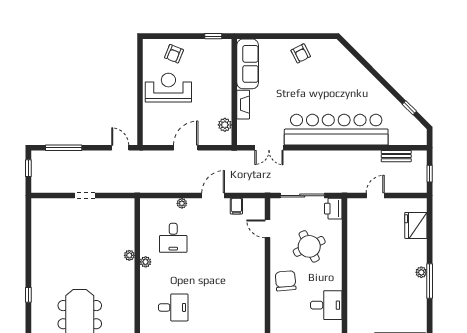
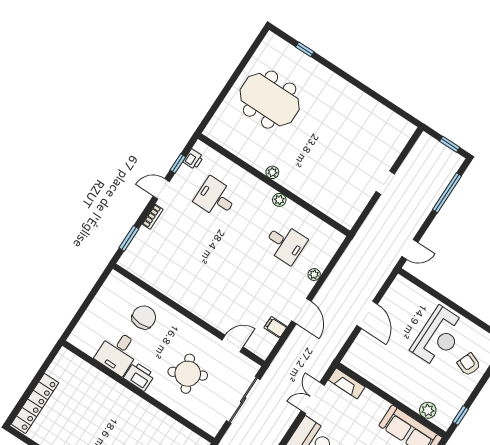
fireplace: (243, 105) -> (347, 383), moved
plant: (225, 125) -> (428, 410), moved
printer: (333, 209) -> (139, 376), moved
desk: (173, 238) -> (285, 243), turned 180
plant: (129, 255) -> (272, 172), moved
chair: (286, 281) -> (144, 317), moved, turned -85
window: (28, 295) -> (305, 49), moved
desk: (173, 307) -> (216, 198), turned 90

